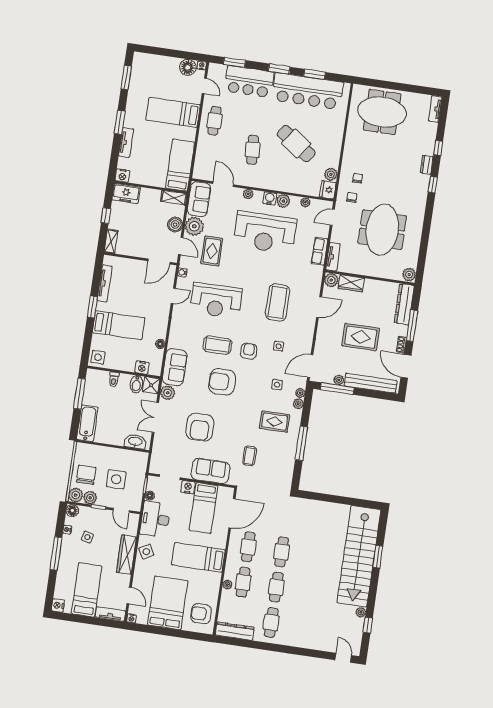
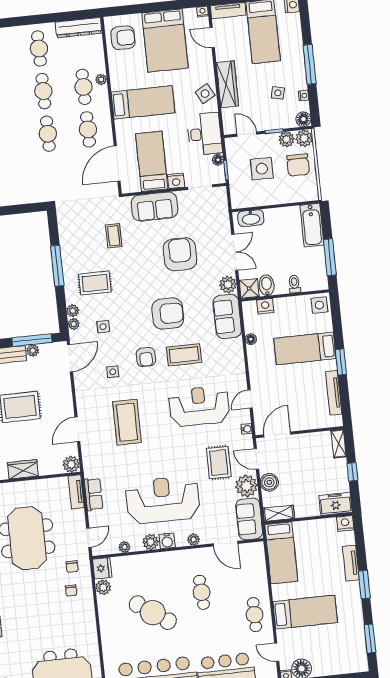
wardrobe: (351, 283) -> (23, 469), moved

